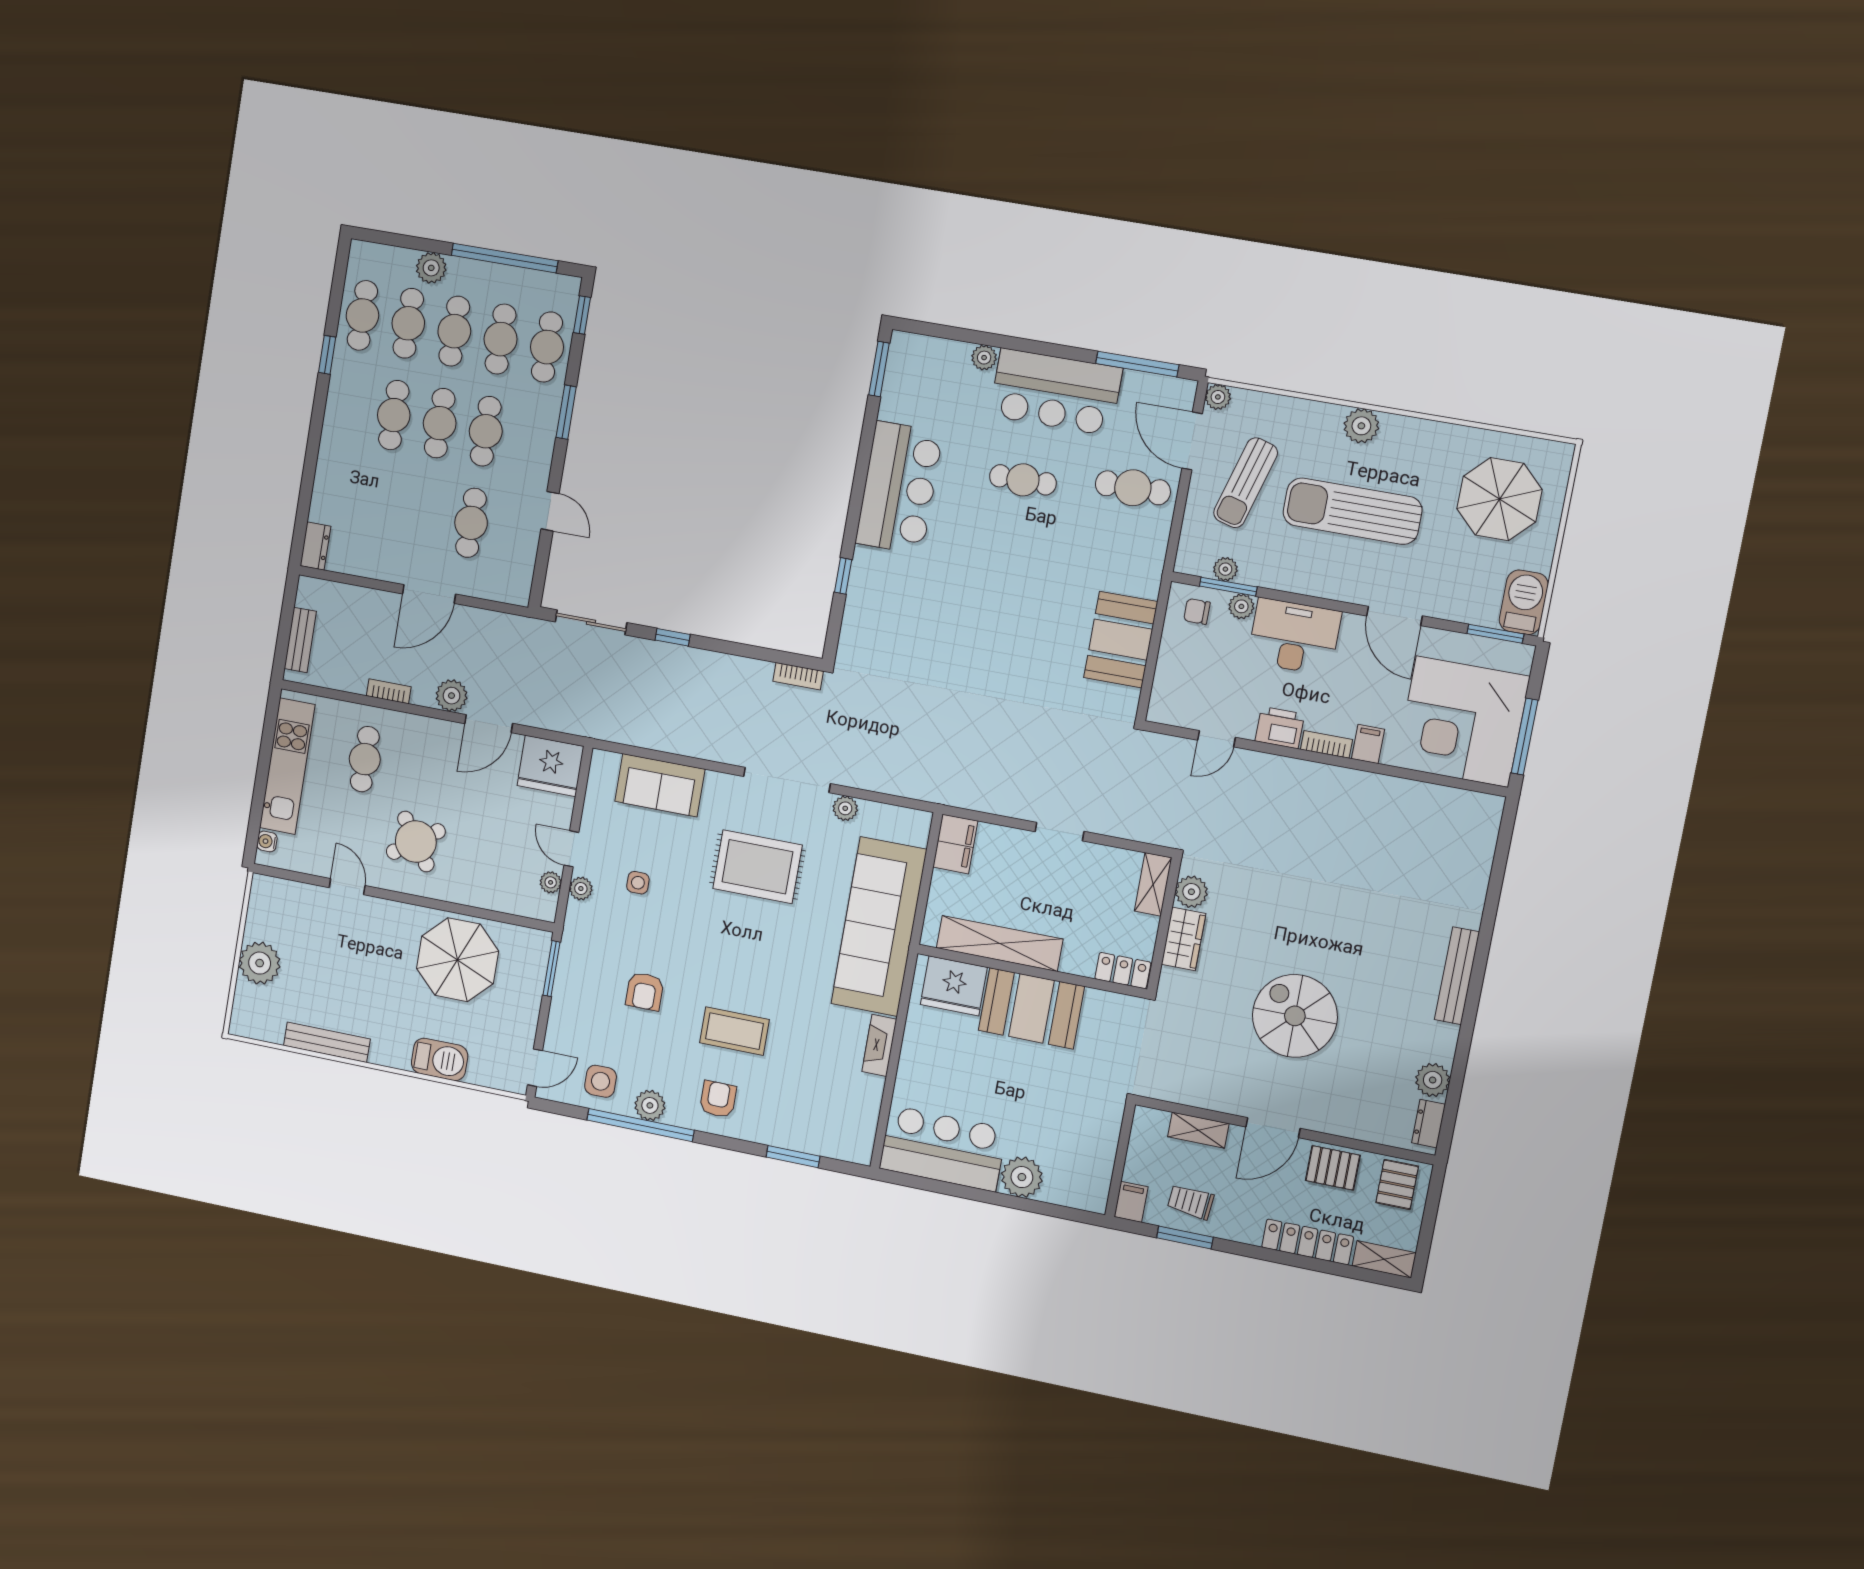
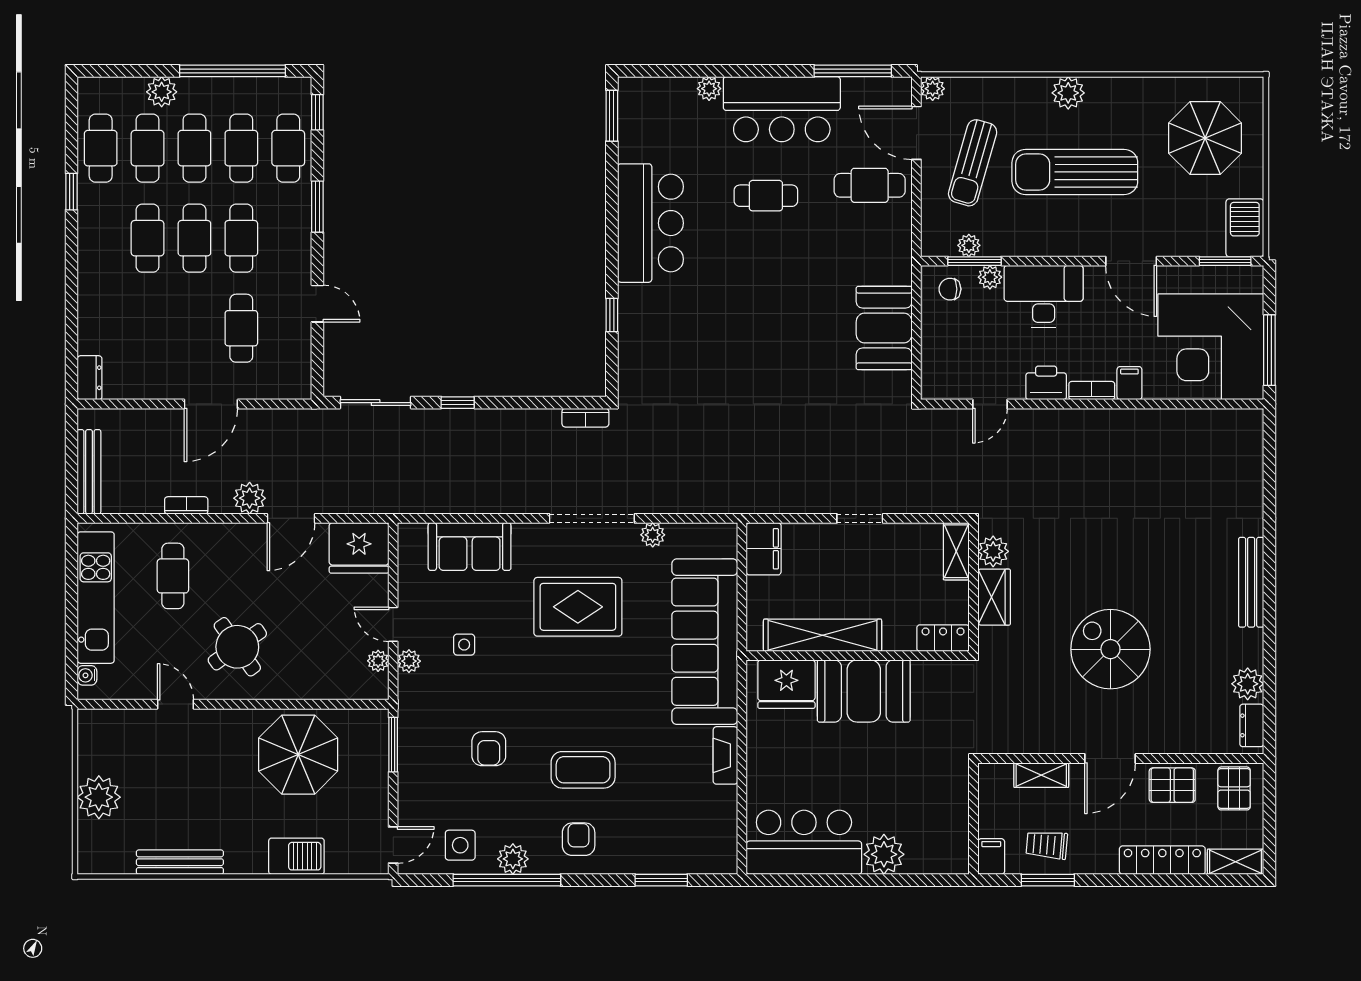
bench: (300, 640) -> (89, 472), width x1.36

